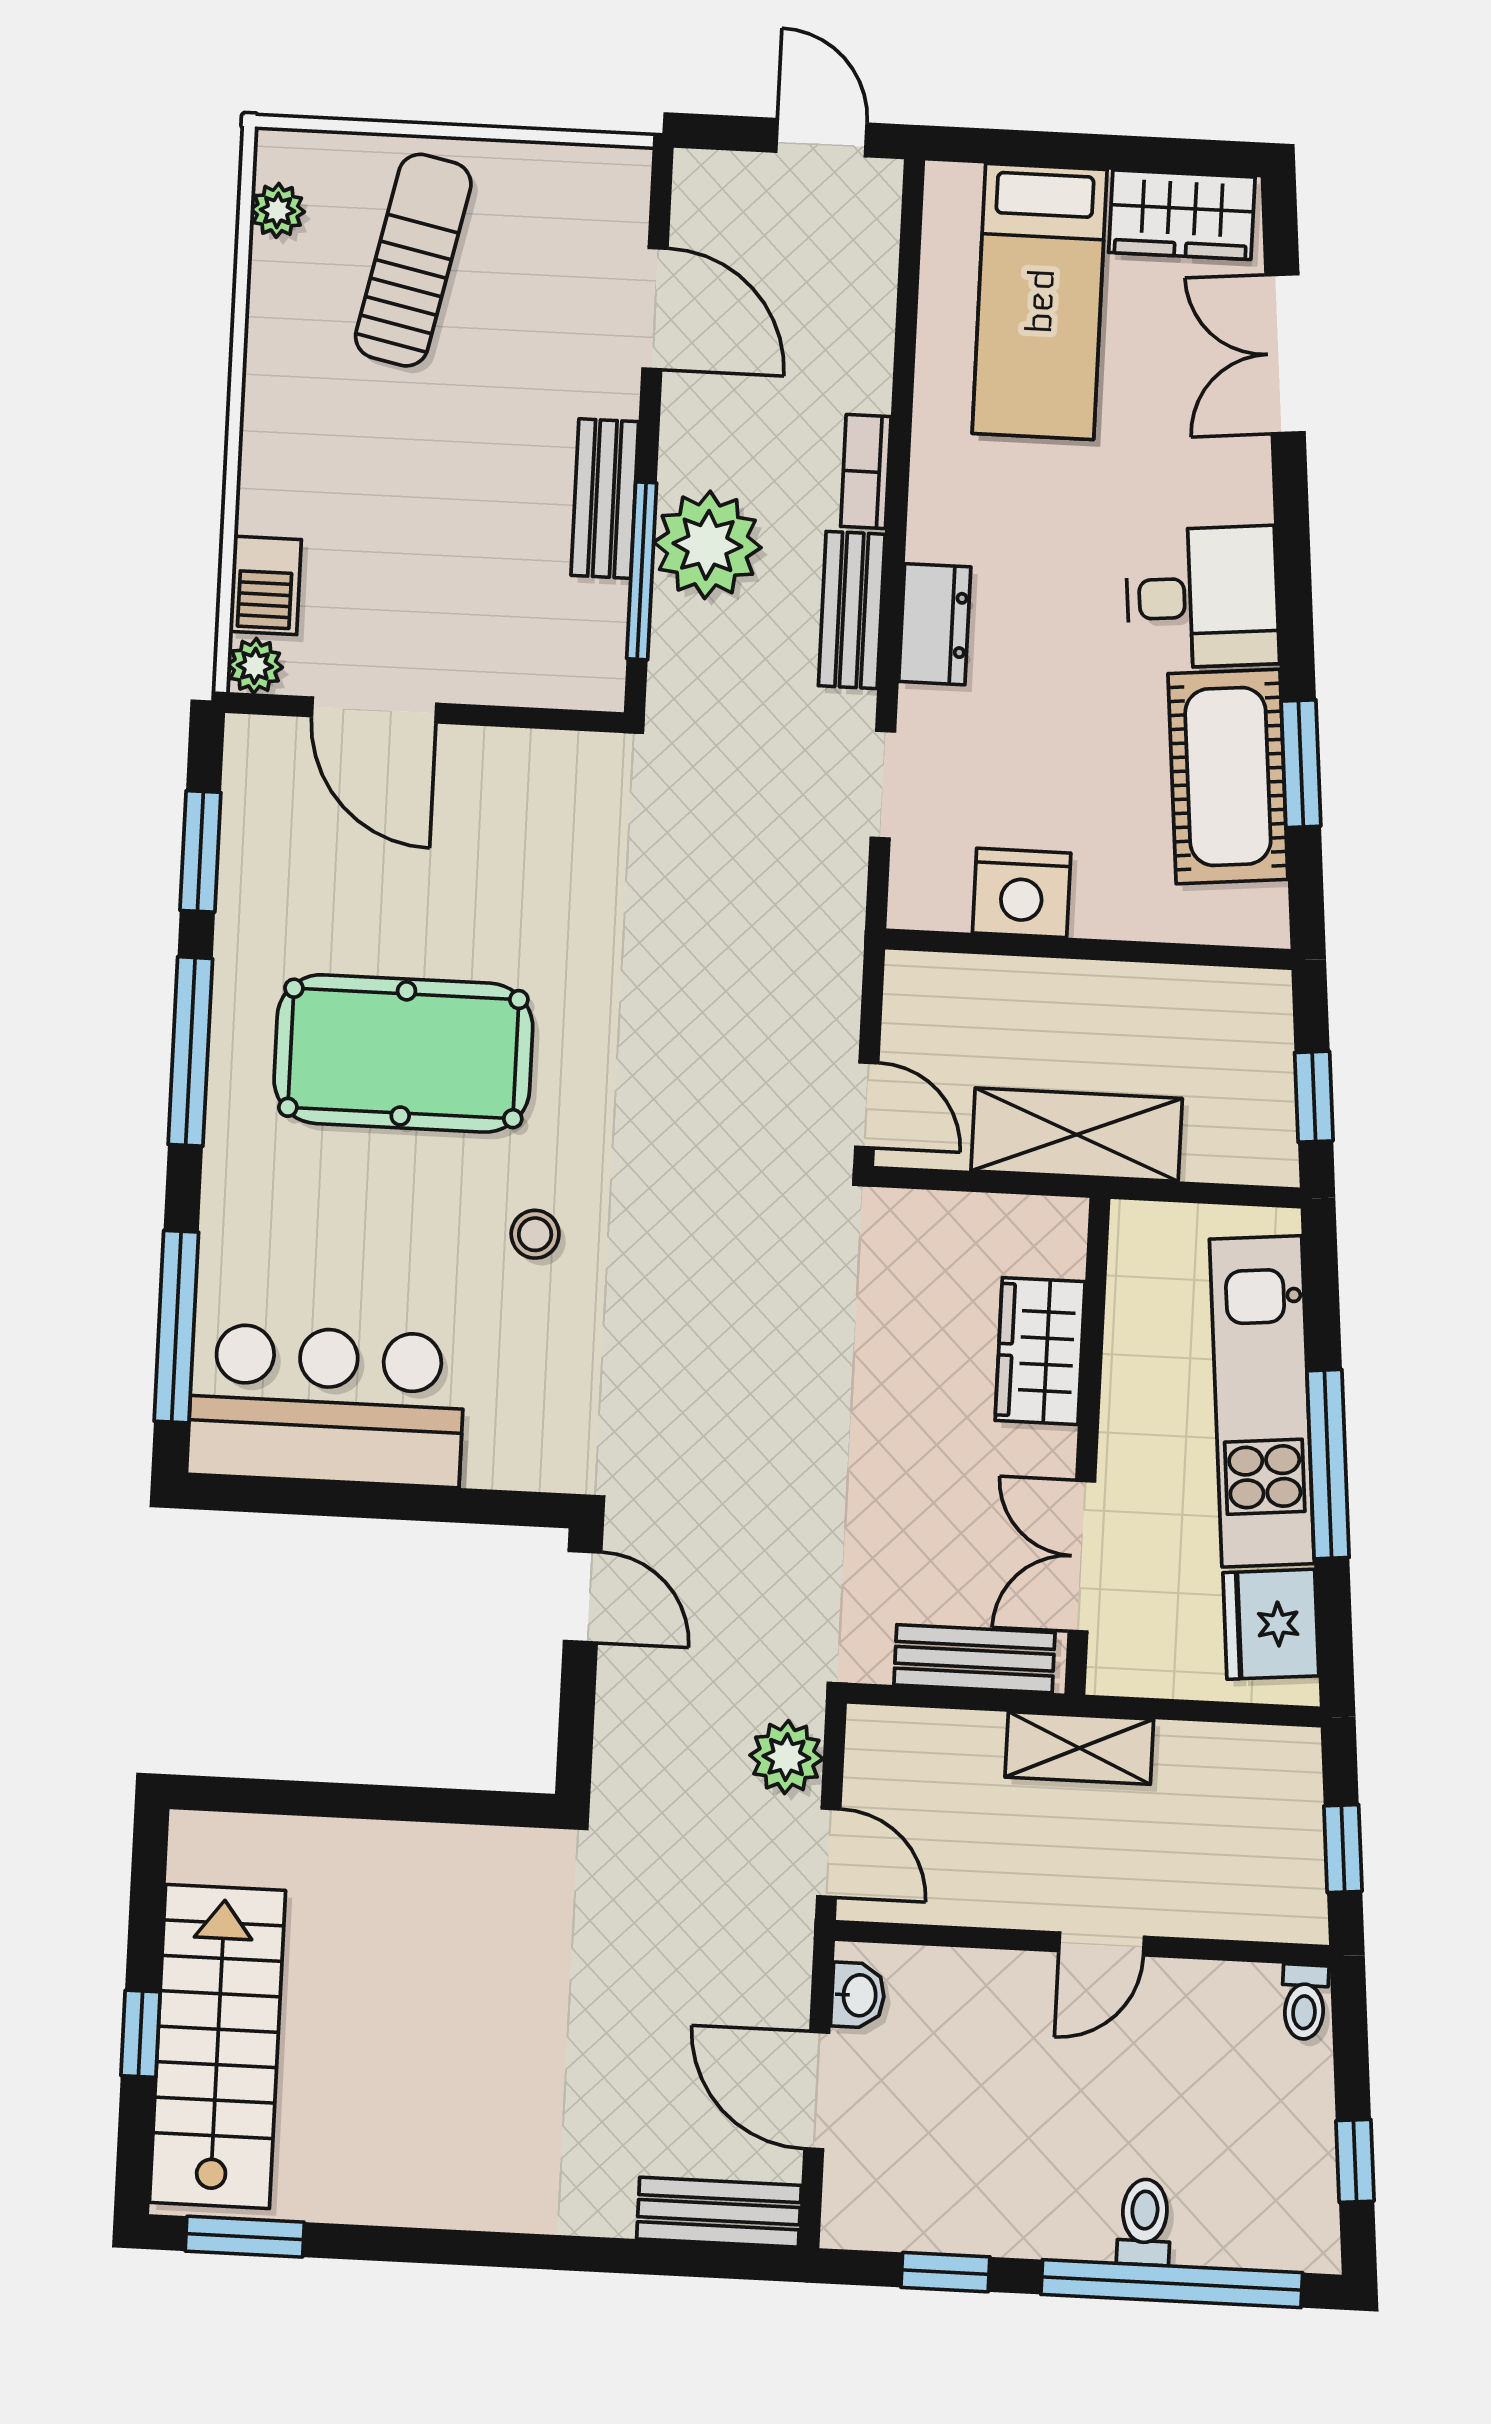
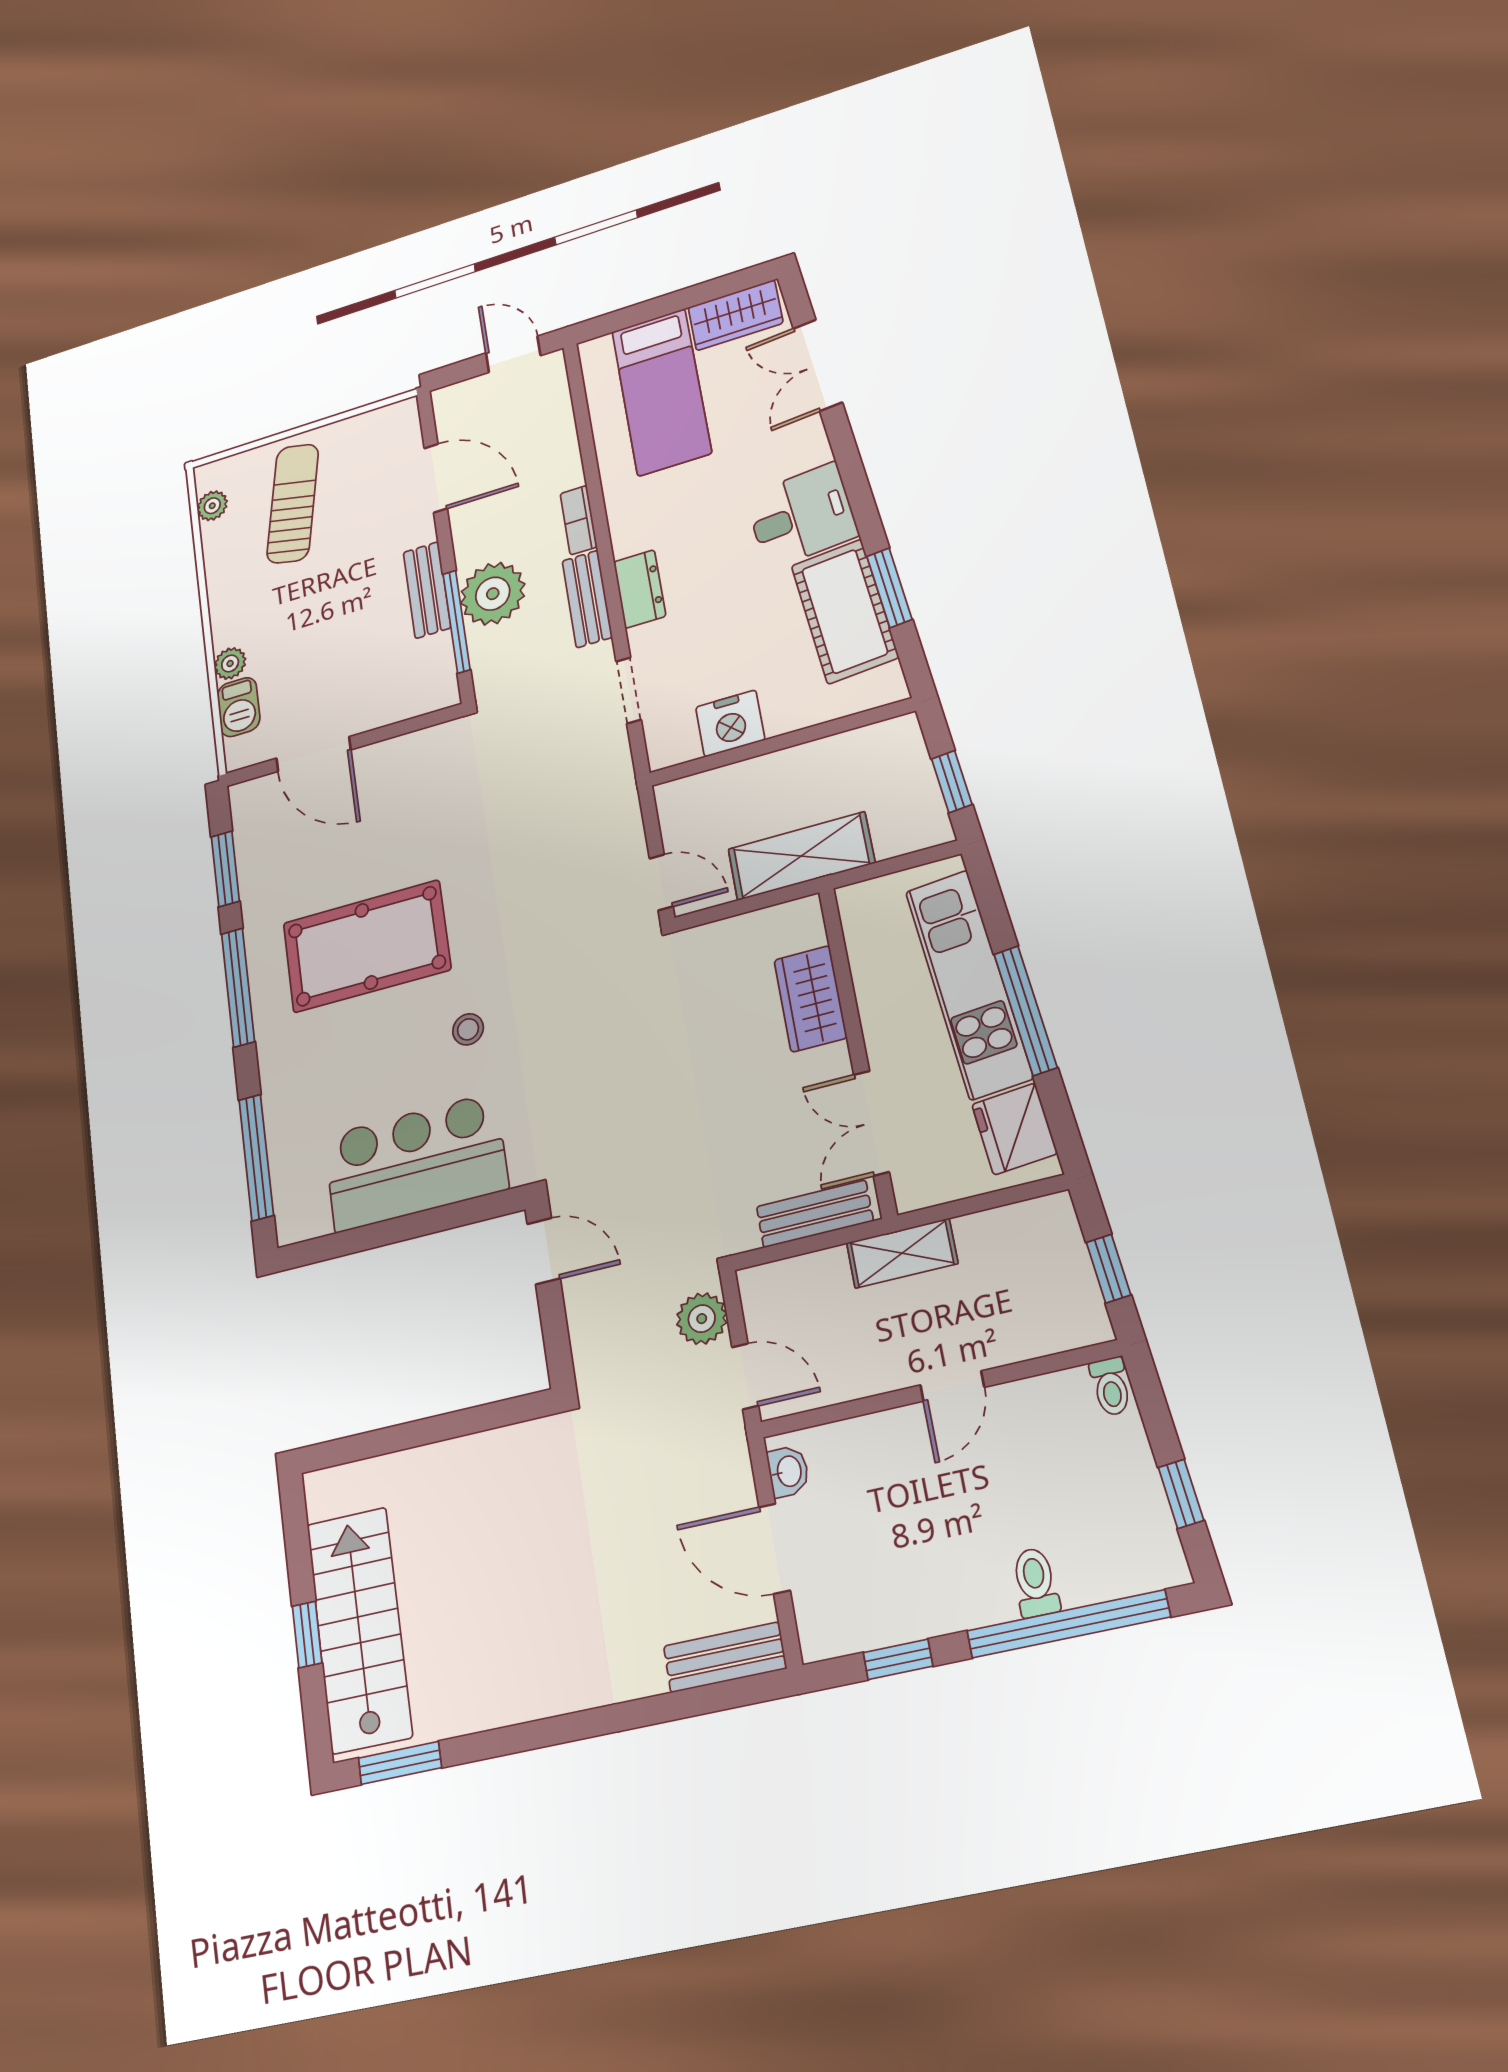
plant: (255, 666) -> (230, 663), moved
bar counter: (327, 1405) -> (415, 1162), moved

